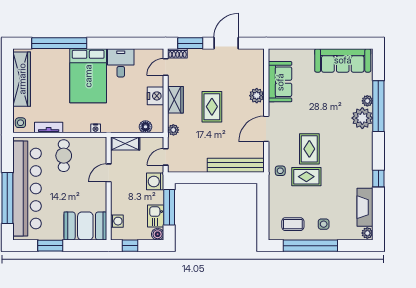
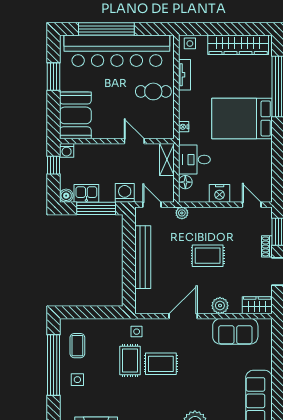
shoe rack: (177, 53) -> (267, 246), moved
desk: (121, 63) -> (194, 160), moved, turned 180
wardrobe: (175, 100) -> (257, 305), moved, turned 180
door: (266, 129) -> (183, 316), hinge flipped
bench: (236, 165) -> (143, 257), moved
washing machine: (117, 221) -> (67, 150), moved

